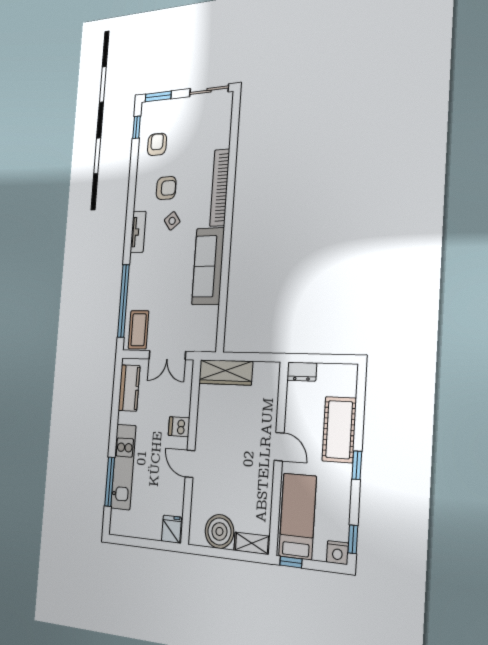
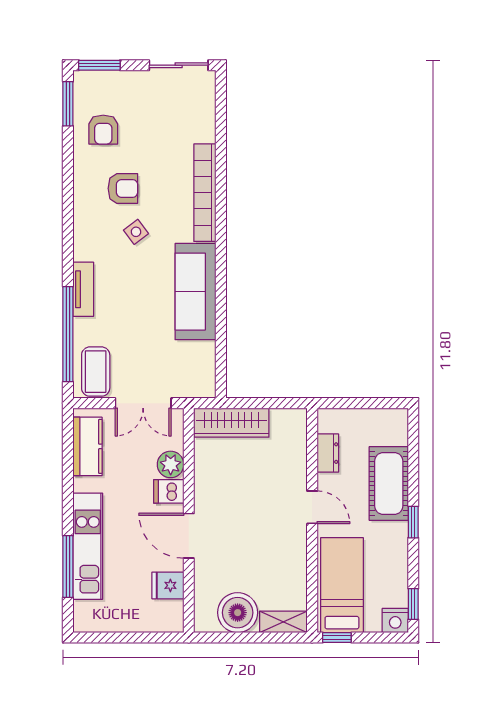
window: (137, 127) -> (68, 104), width x1.50
armchair: (157, 144) -> (103, 130), turned 180
tv unit: (138, 232) -> (83, 289), moved
dresser: (302, 372) -> (328, 453), moved, turned -90
plant: (182, 405) -> (171, 464), added
door: (190, 464) -> (189, 536), width x1.38
fridge: (171, 529) -> (168, 585), moved, turned -90

